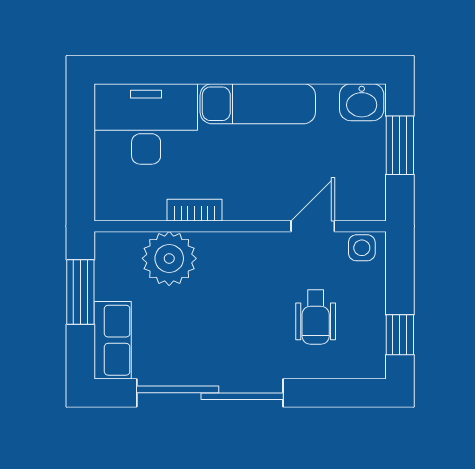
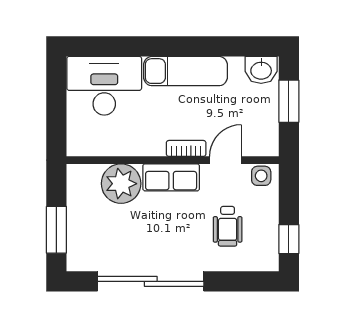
bookcase: (195, 210) -> (186, 148), moved
window: (80, 292) -> (56, 230), moved
row of seats: (113, 340) -> (171, 177), moved, turned 90

